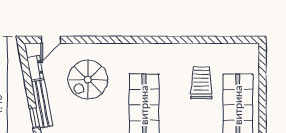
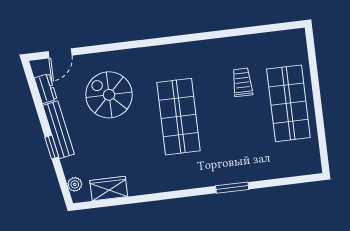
spiral stairs: (88, 80) -> (109, 95), turned 90
trolley: (201, 83) -> (242, 82), width x0.73, depth x0.72

